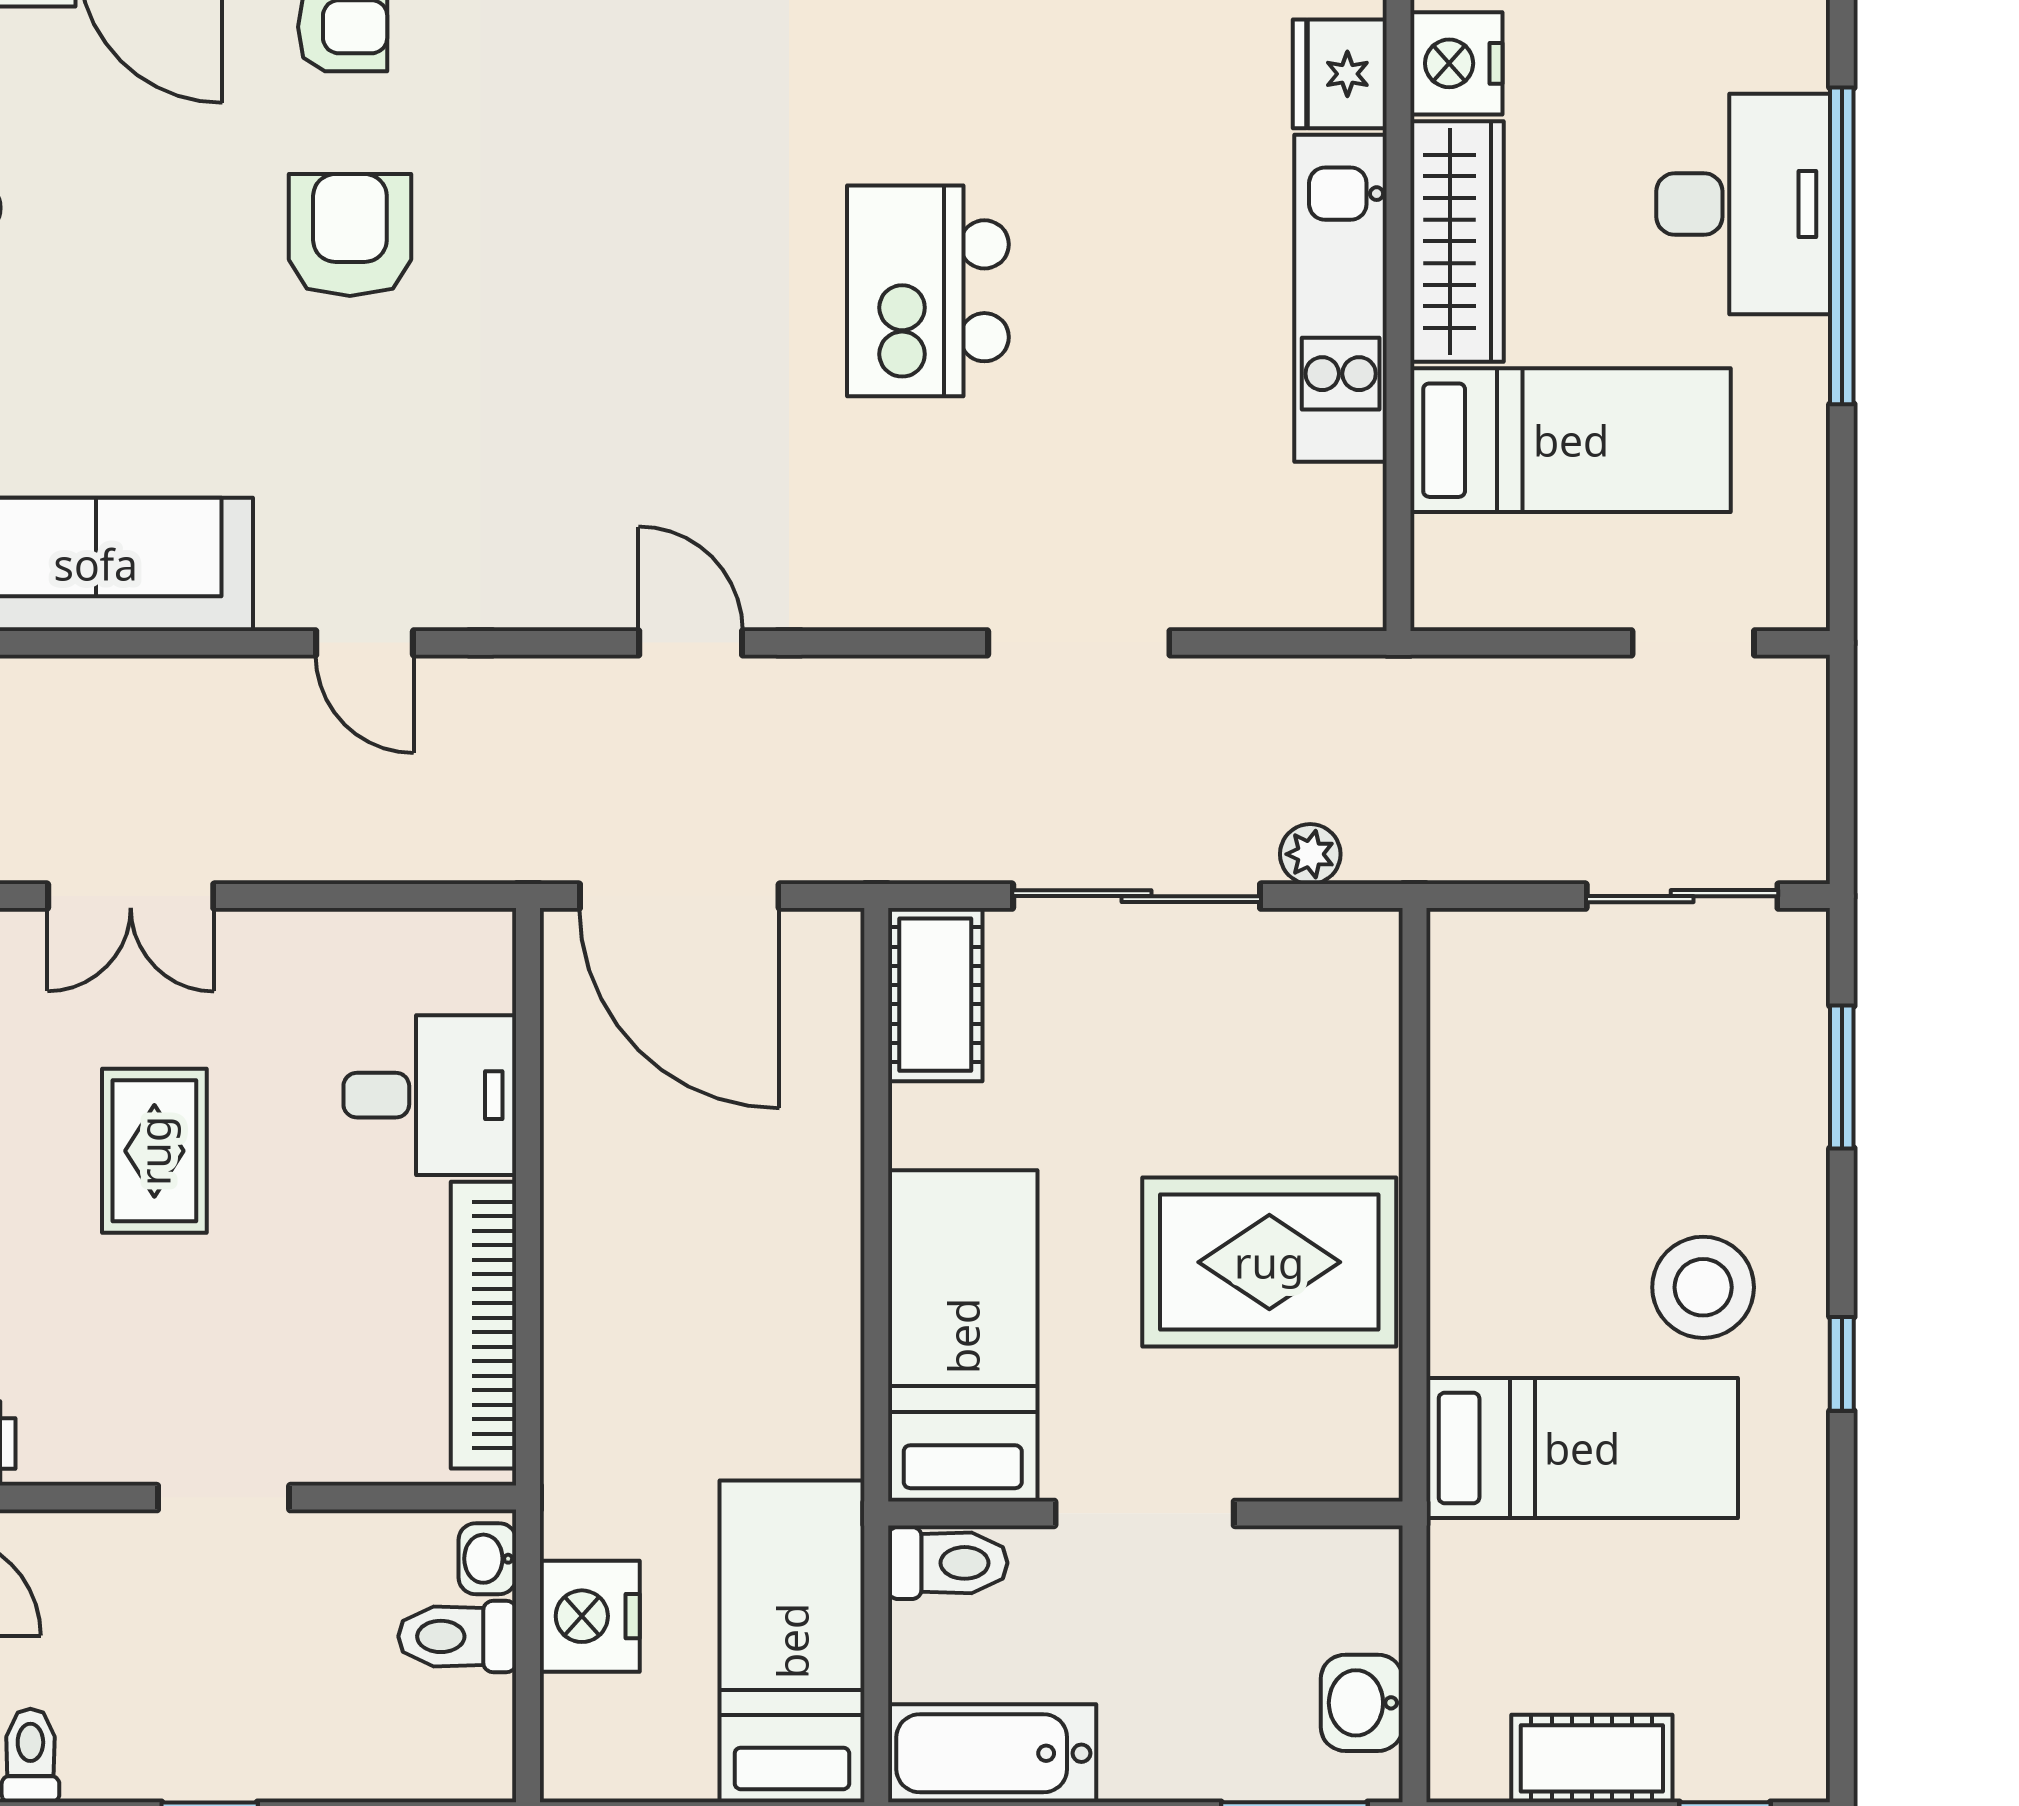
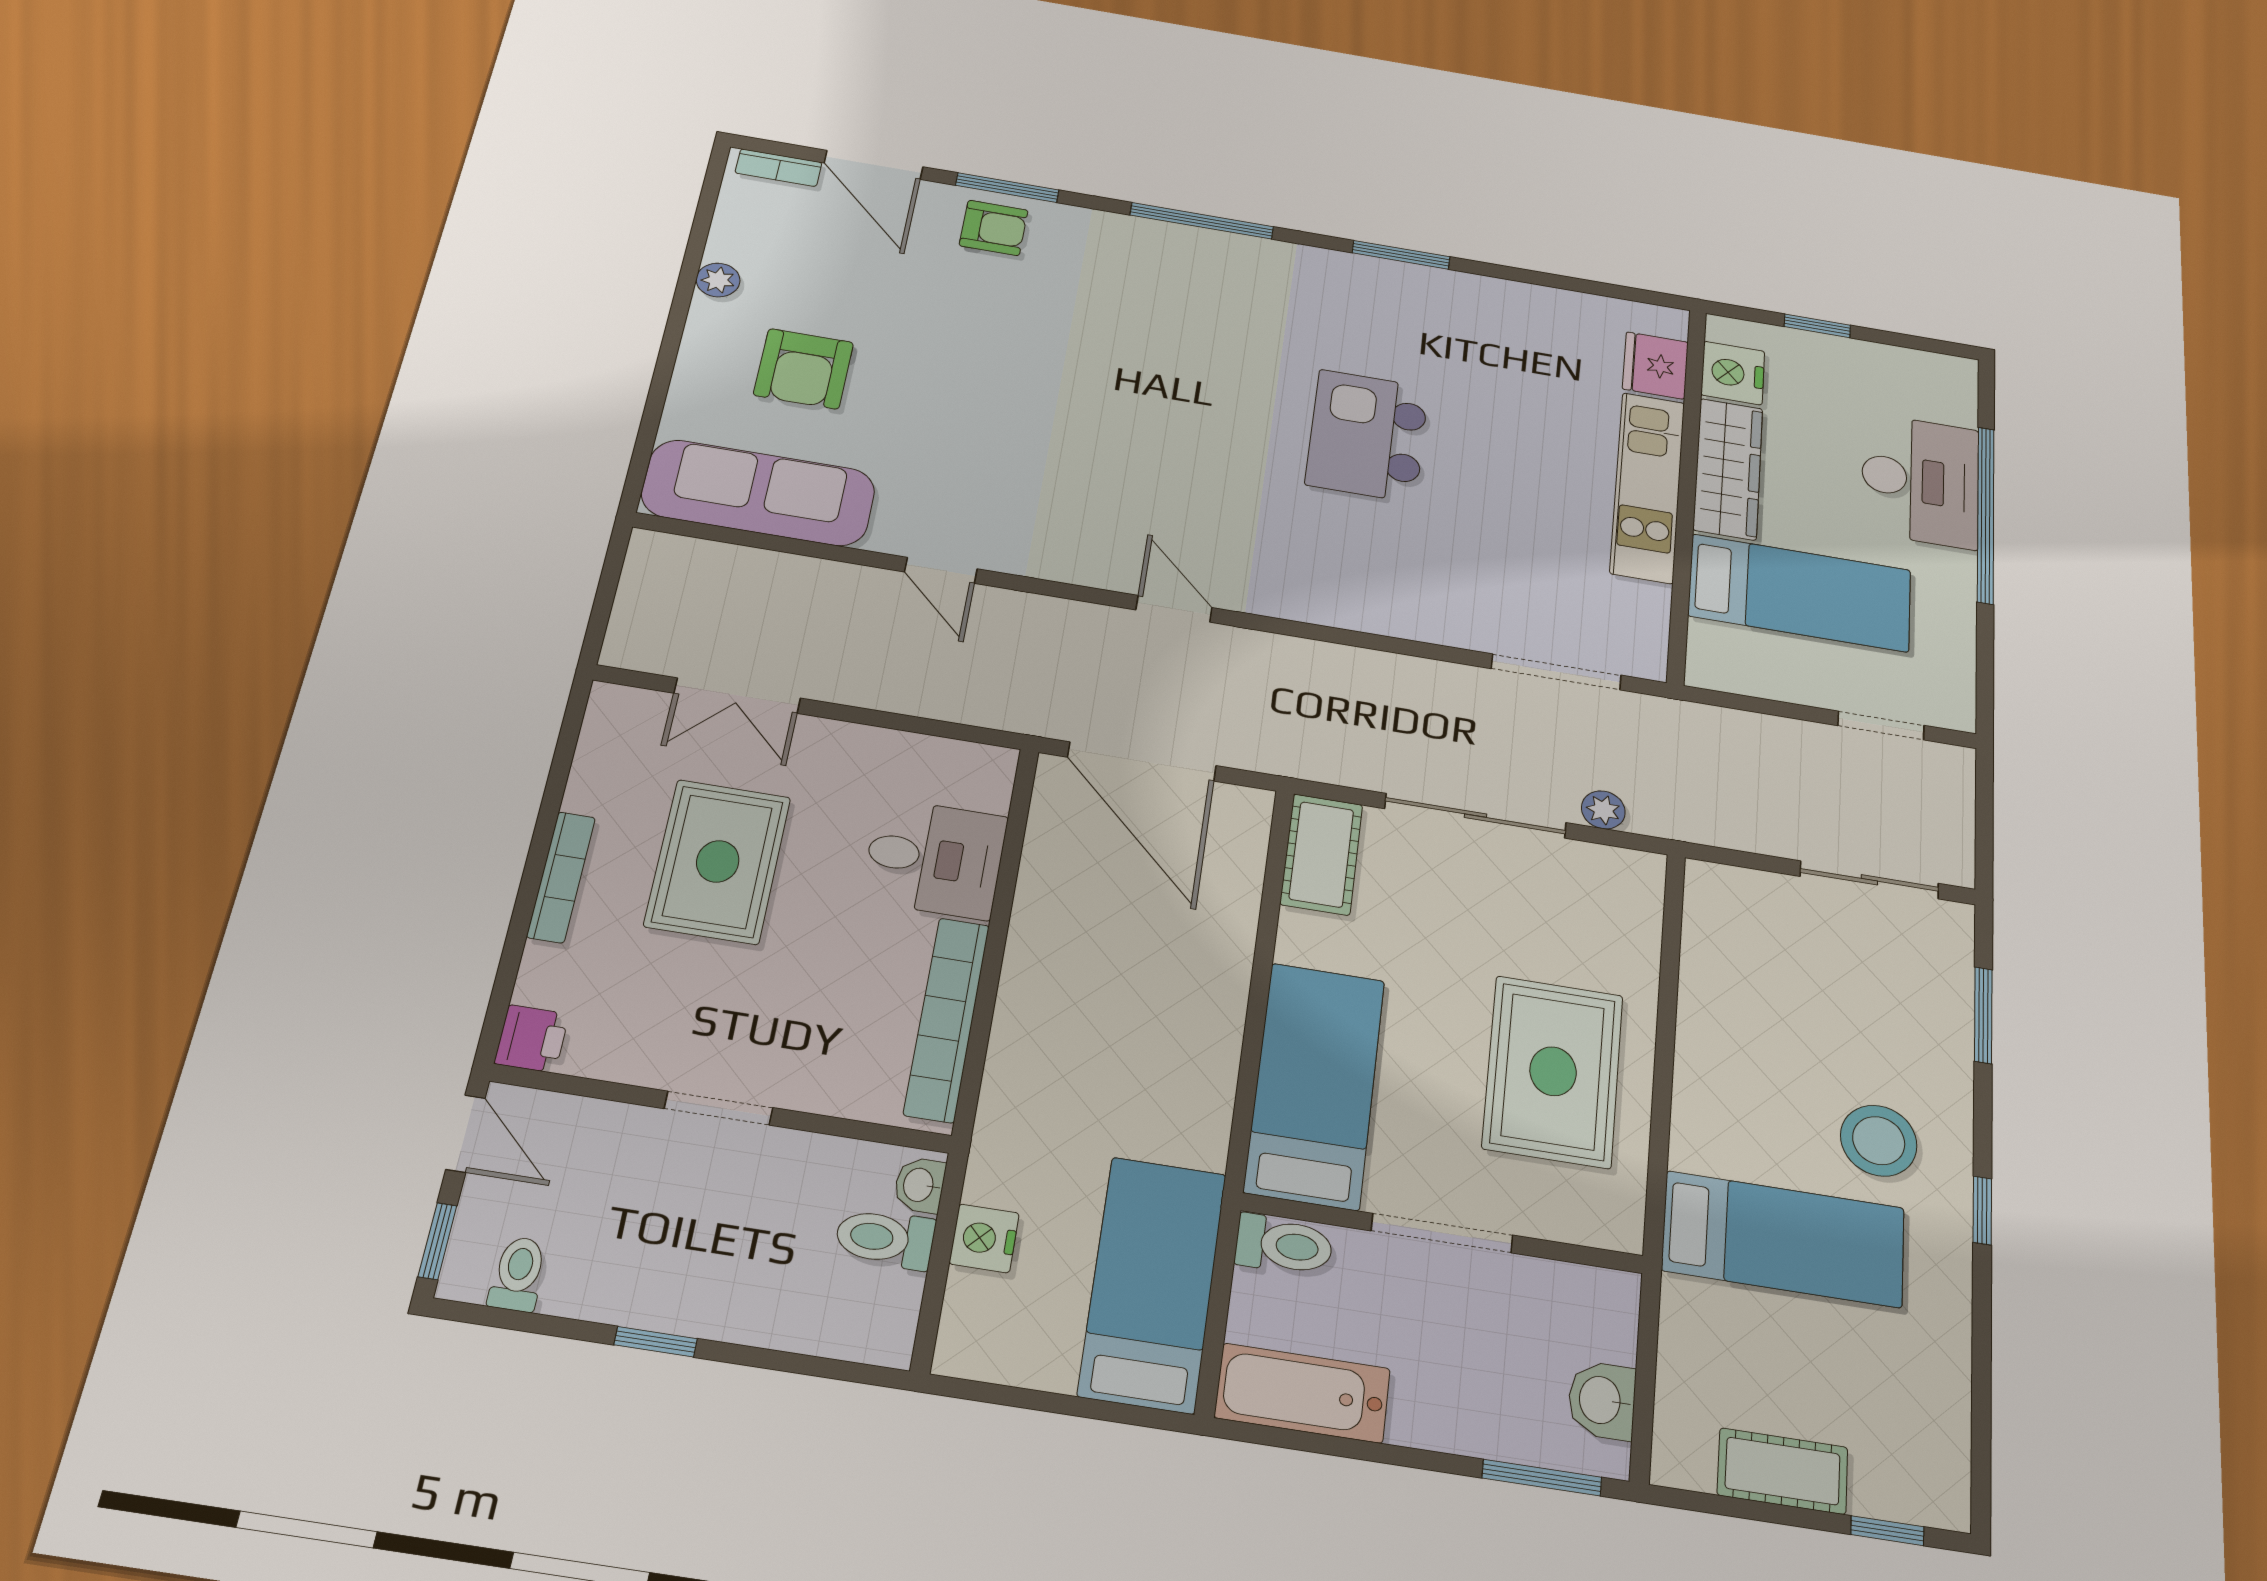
armchair: (350, 235) -> (804, 369), moved, turned 180
doorway: (1079, 643) -> (1556, 672), moved
rug: (154, 1151) -> (718, 861), width x1.36, depth x1.43
rug: (1269, 1262) -> (1553, 1071), turned 90
nightstand: (590, 1616) -> (984, 1238), width x0.74, depth x0.75

